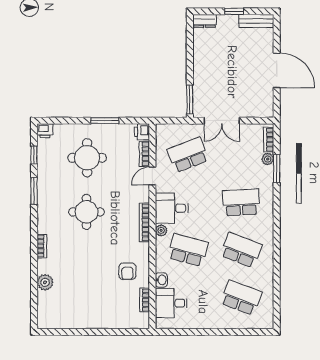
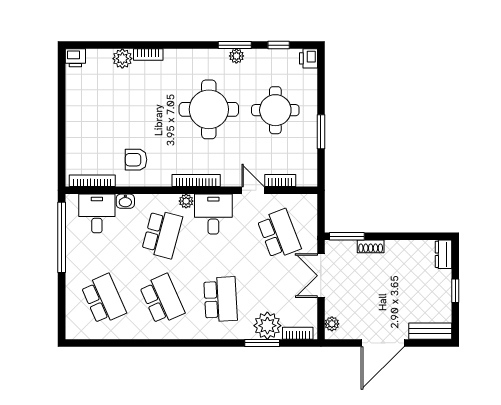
bench: (256, 21) -> (430, 331), moved, turned 90
shoe rack: (198, 80) -> (371, 246), added
plant: (261, 112) -> (332, 324), added
printer: (142, 132) -> (75, 58), moved, turned 180
plant: (268, 159) -> (267, 326), width x1.87, depth x1.87
plant: (43, 189) -> (236, 56), added
round table: (86, 212) -> (209, 109), width x1.36, depth x1.36
bookcase: (42, 246) -> (148, 55), moved
school desk: (241, 250) -> (162, 299), turned -45
school desk: (241, 298) -> (104, 299), turned -45
bookcase: (145, 300) -> (92, 181), width x1.56
window: (191, 332) -> (62, 237), added

